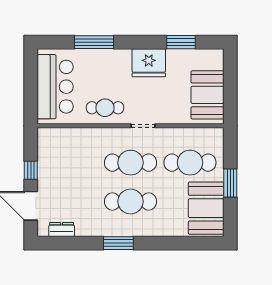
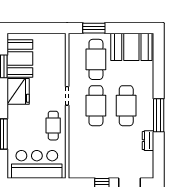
booth: (207, 95) -> (20, 59), moved, turned 90
window: (230, 183) -> (94, 28), moved
dresser: (62, 230) -> (148, 141), moved
window: (118, 243) -> (159, 115), width x1.44

